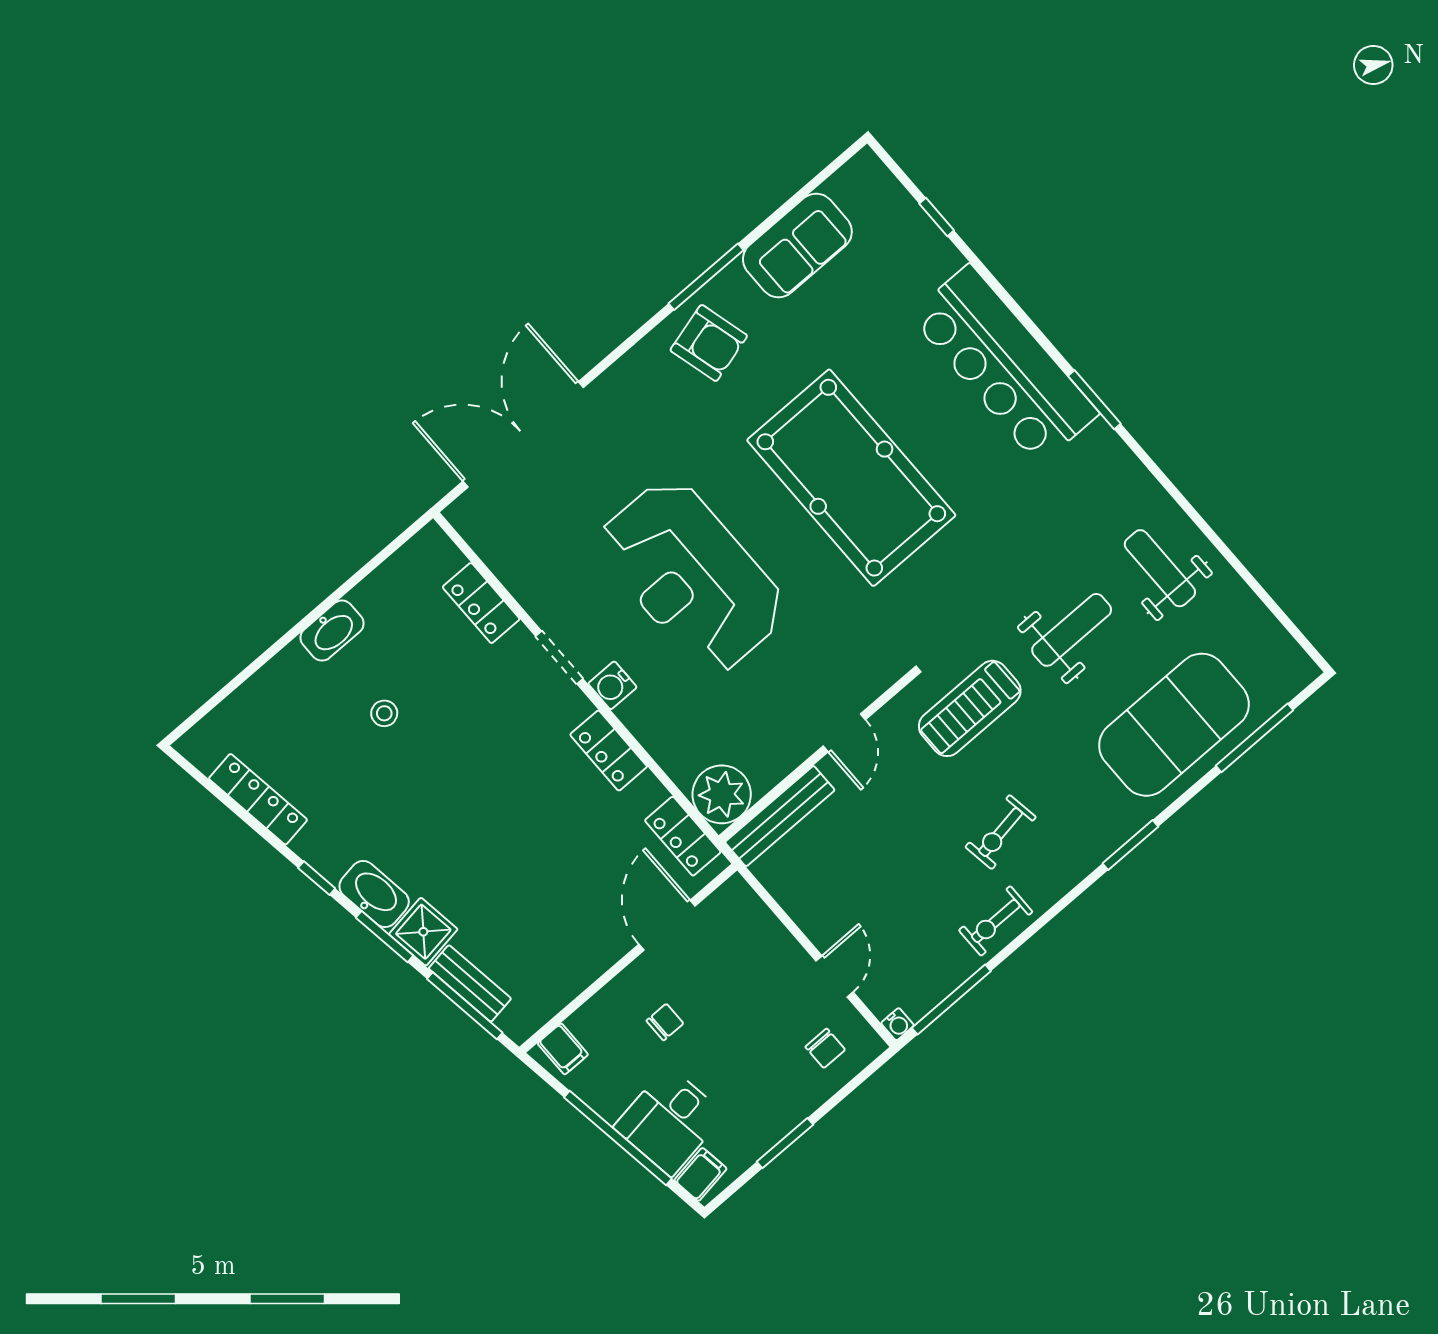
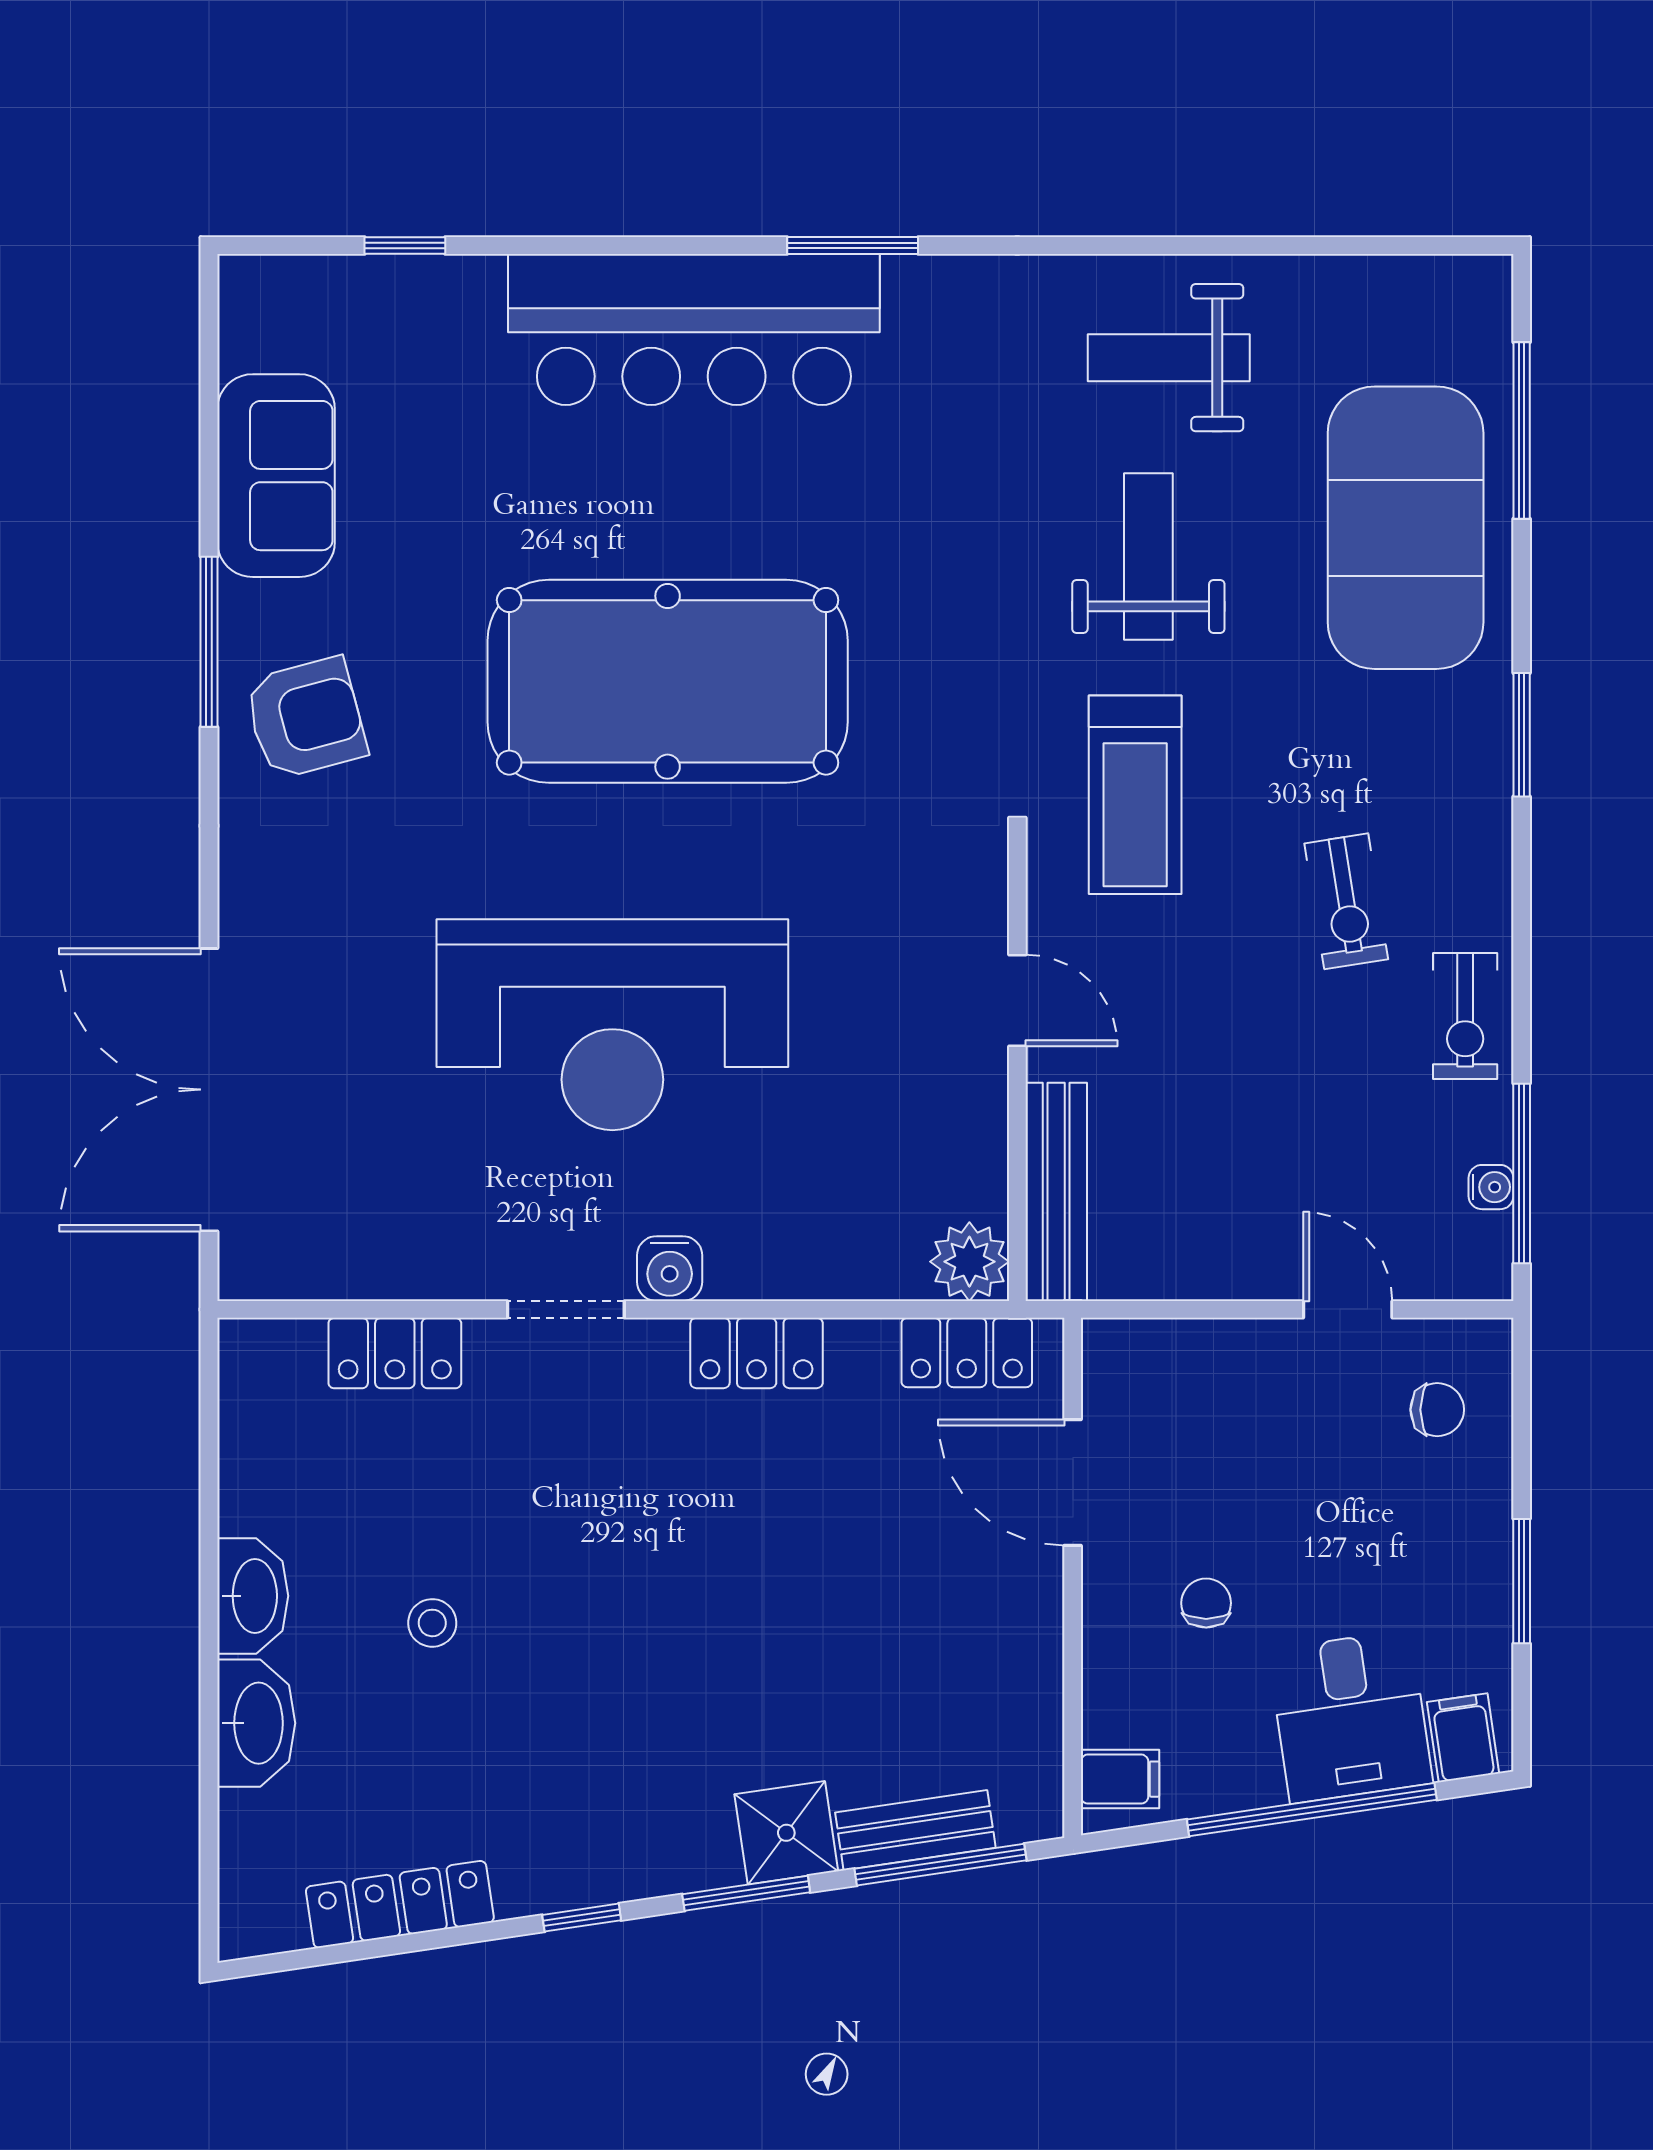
plant: (722, 794) -> (969, 1262), width x0.73, depth x0.73
washbasin: (374, 894) -> (256, 1723), moved, turned 98
water cooler: (898, 1024) -> (1491, 1187), moved

